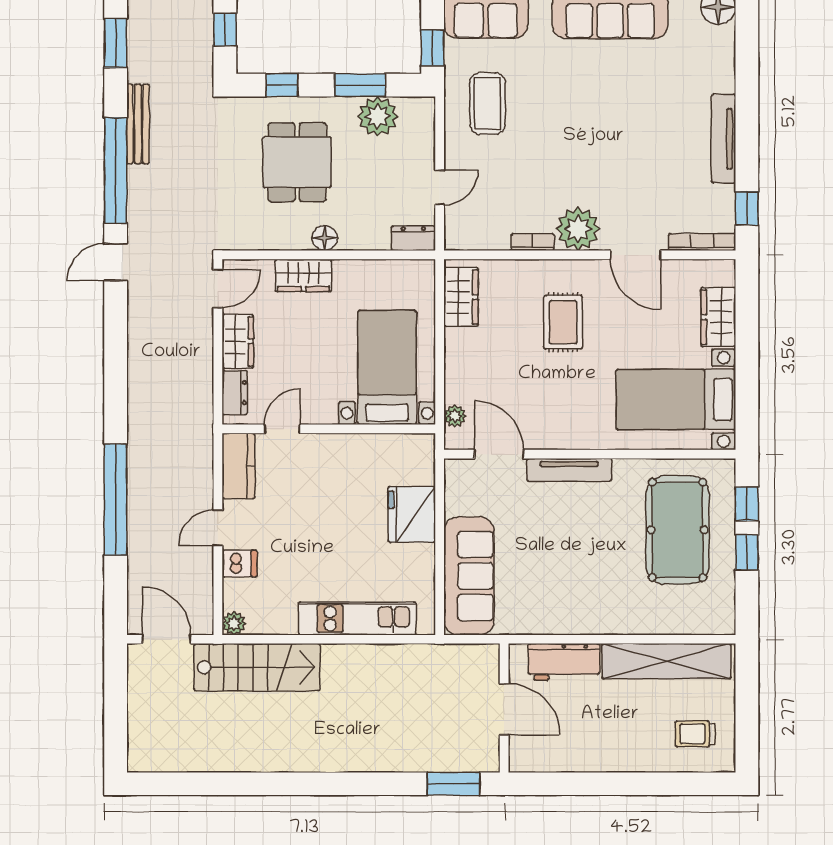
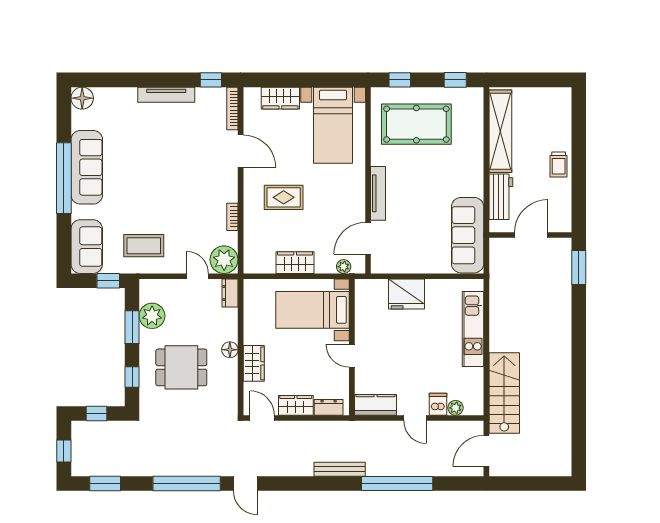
bench: (138, 124) -> (340, 469), moved
plant: (578, 229) -> (224, 260), moved
door: (635, 255) -> (241, 151), hinge flipped
wardrobe: (461, 297) -> (295, 263), moved
door: (282, 429) -> (352, 356), moved
window: (747, 552) -> (455, 80), moved
sofa: (469, 576) -> (468, 235), moved, turned -90
plant: (234, 623) -> (455, 408), moved
trolley: (695, 734) -> (559, 164), moved

